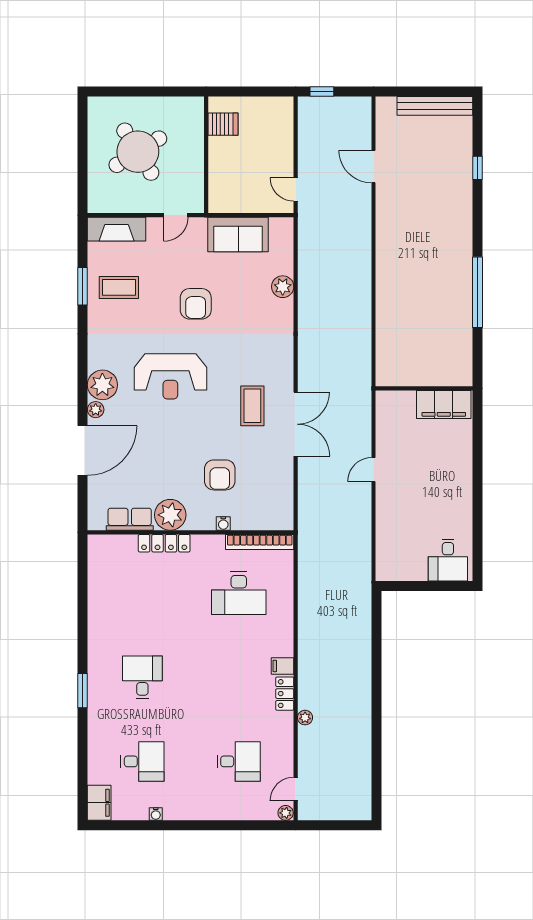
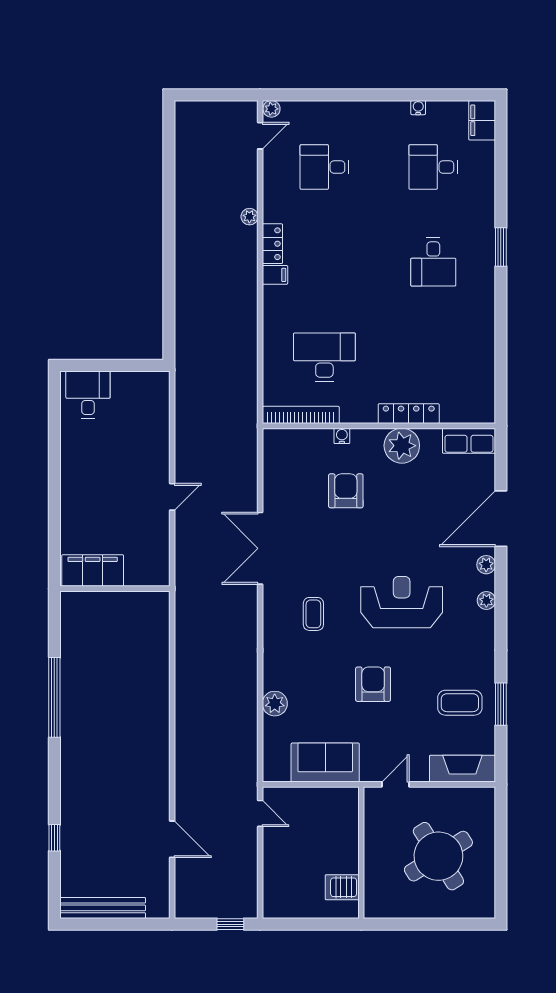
plant: (102, 385) -> (486, 600), width x0.53, depth x0.53
coffee table: (252, 406) -> (313, 614), moved, width x0.73, depth x0.77
row of seats: (130, 519) -> (469, 441), moved

